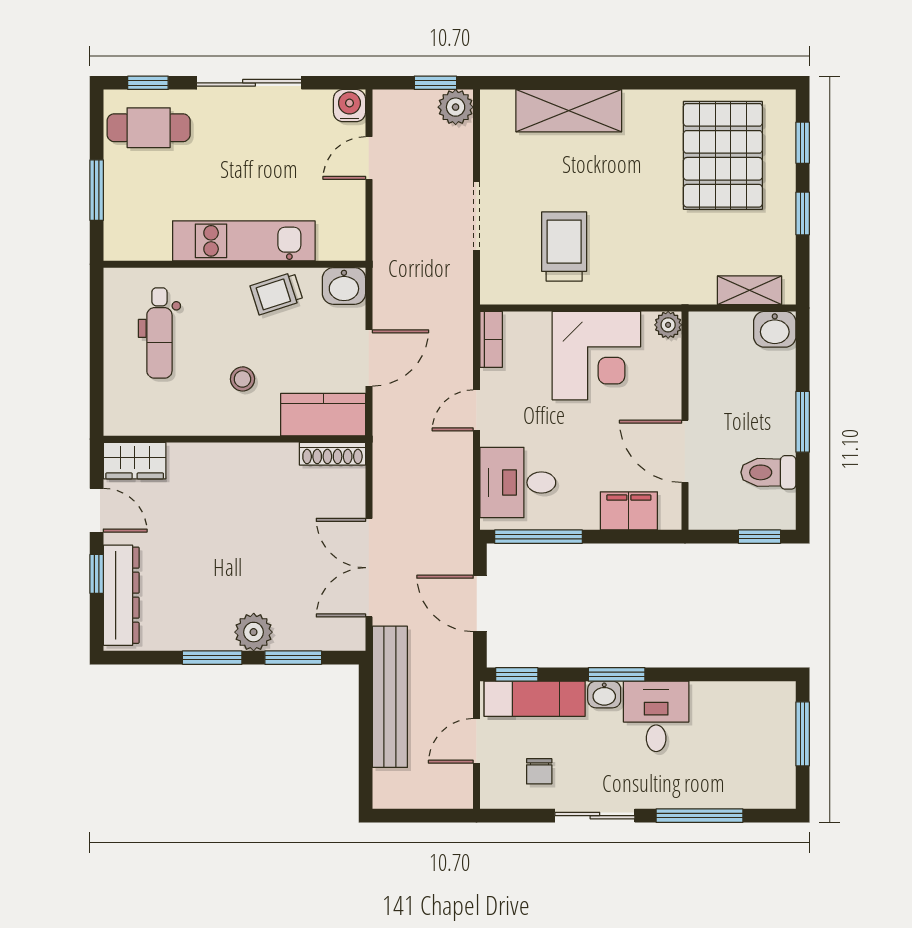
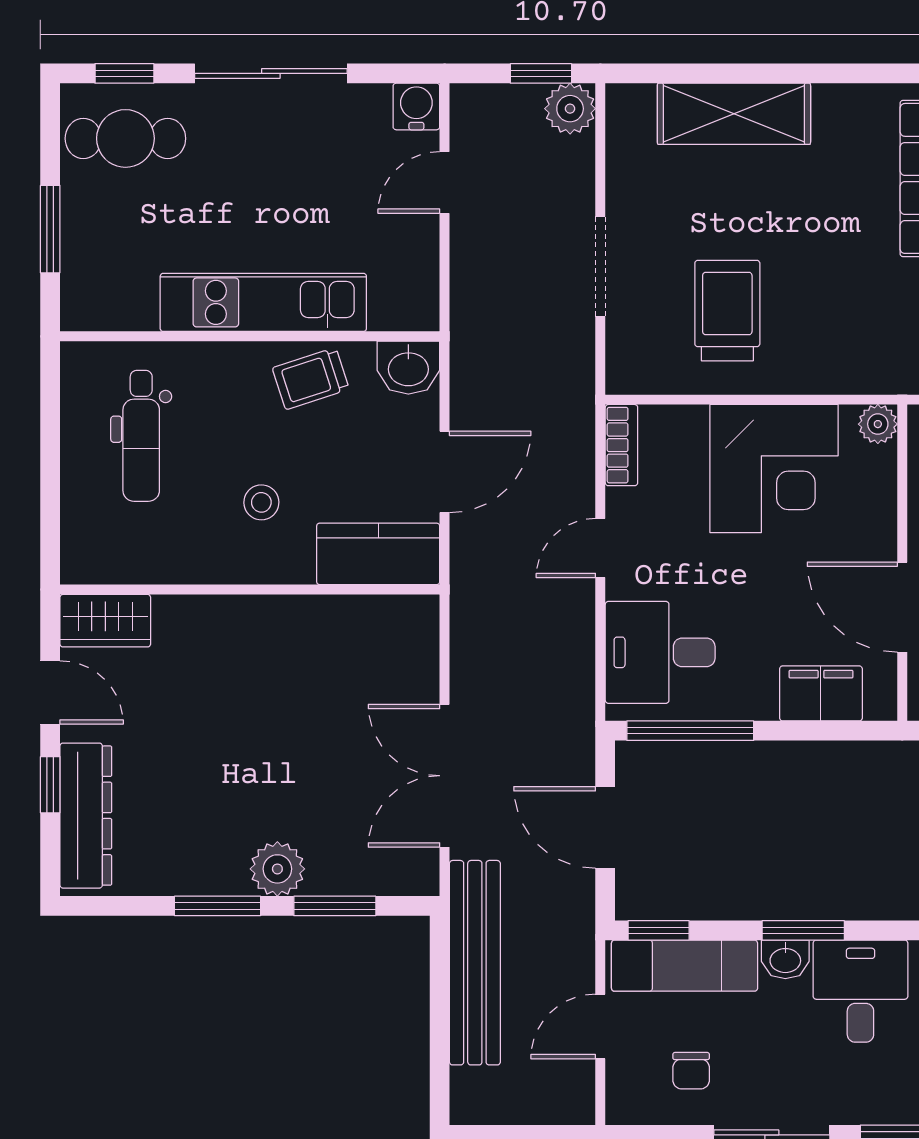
shoe rack: (332, 454) -> (392, 611), removed

